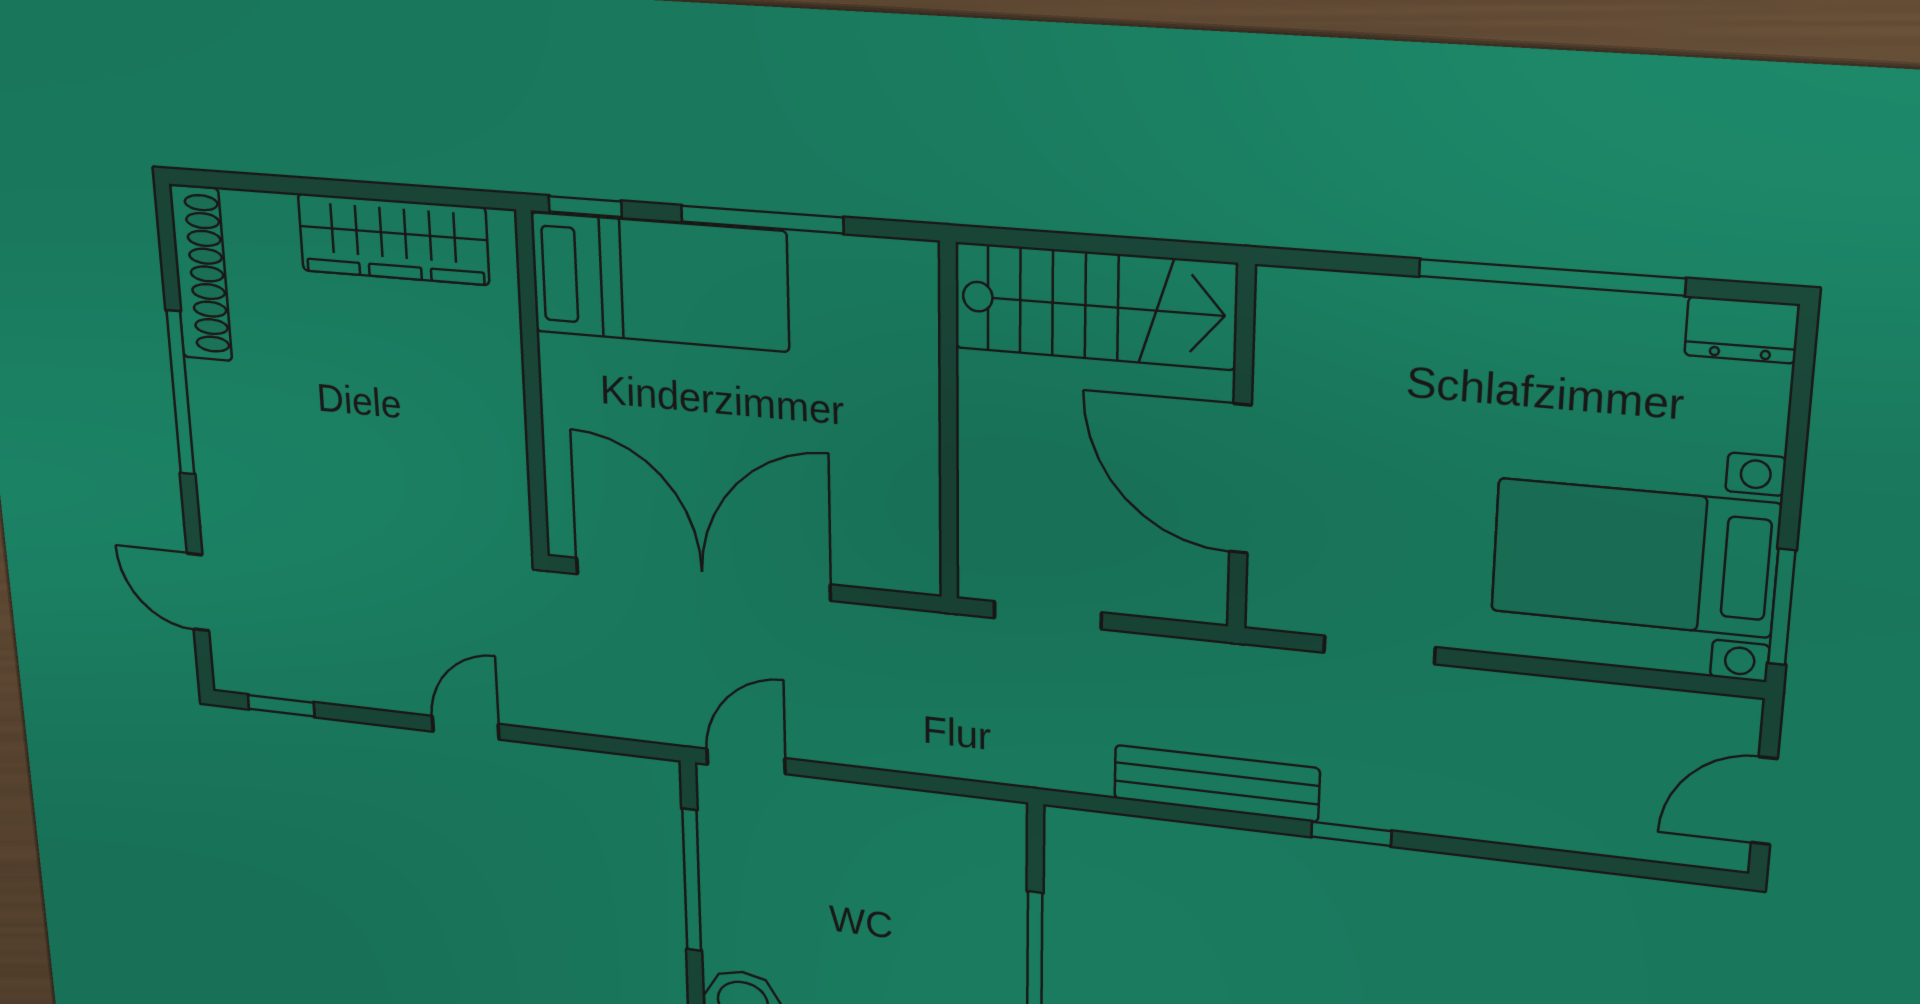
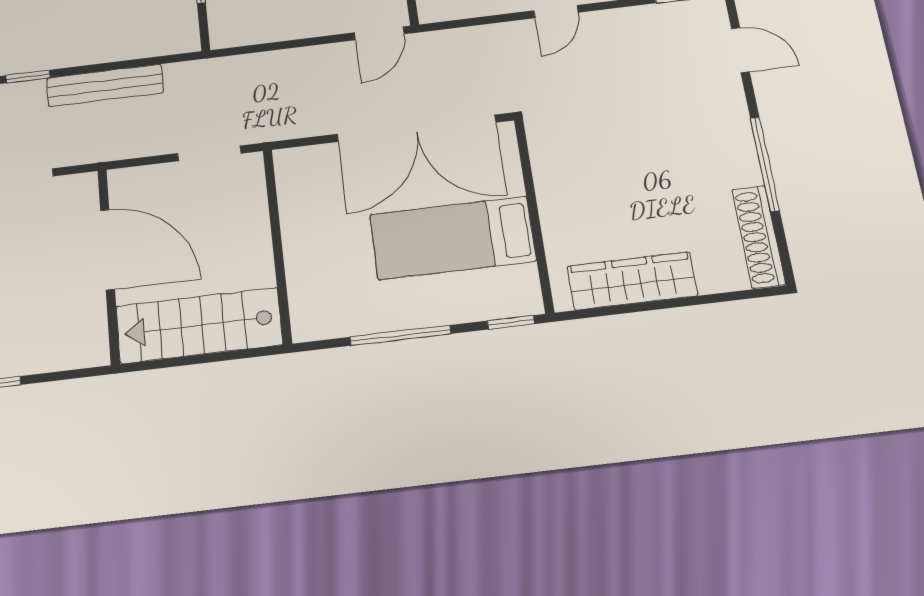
bed: (659, 282) -> (453, 238), moved

